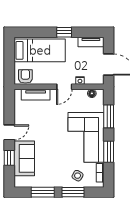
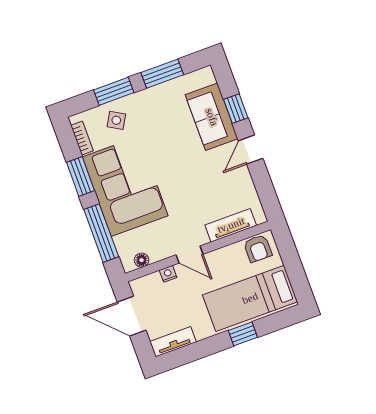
window: (64, 32) -> (243, 334), moved
door: (64, 87) -> (189, 255), swing flipped
window: (109, 116) -> (101, 233), width x1.44

